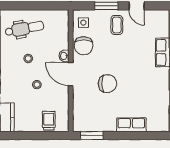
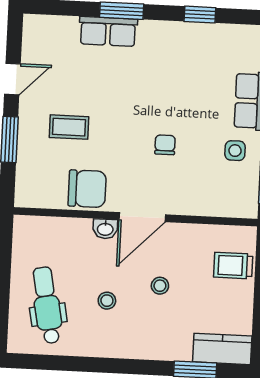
side table: (83, 23) -> (235, 151), moved
coffee table: (117, 25) -> (69, 127), moved
chair: (107, 84) -> (165, 145), width x0.54, depth x0.54

